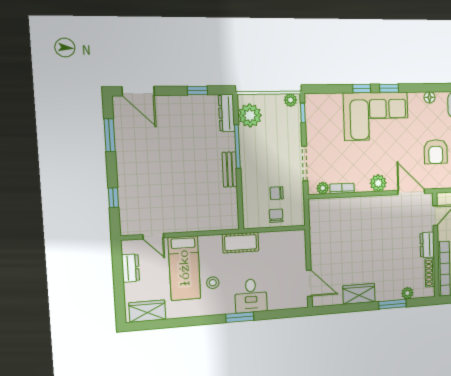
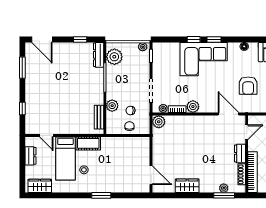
bench: (230, 169) -> (99, 117), moved
plant: (378, 183) -> (193, 107), moved
plant: (250, 187) -> (112, 106), added
plant: (317, 207) -> (159, 122), added
cot: (241, 243) -> (88, 143), moved
desk: (251, 296) -> (110, 181), removed
window: (393, 304) -> (224, 195), moved

